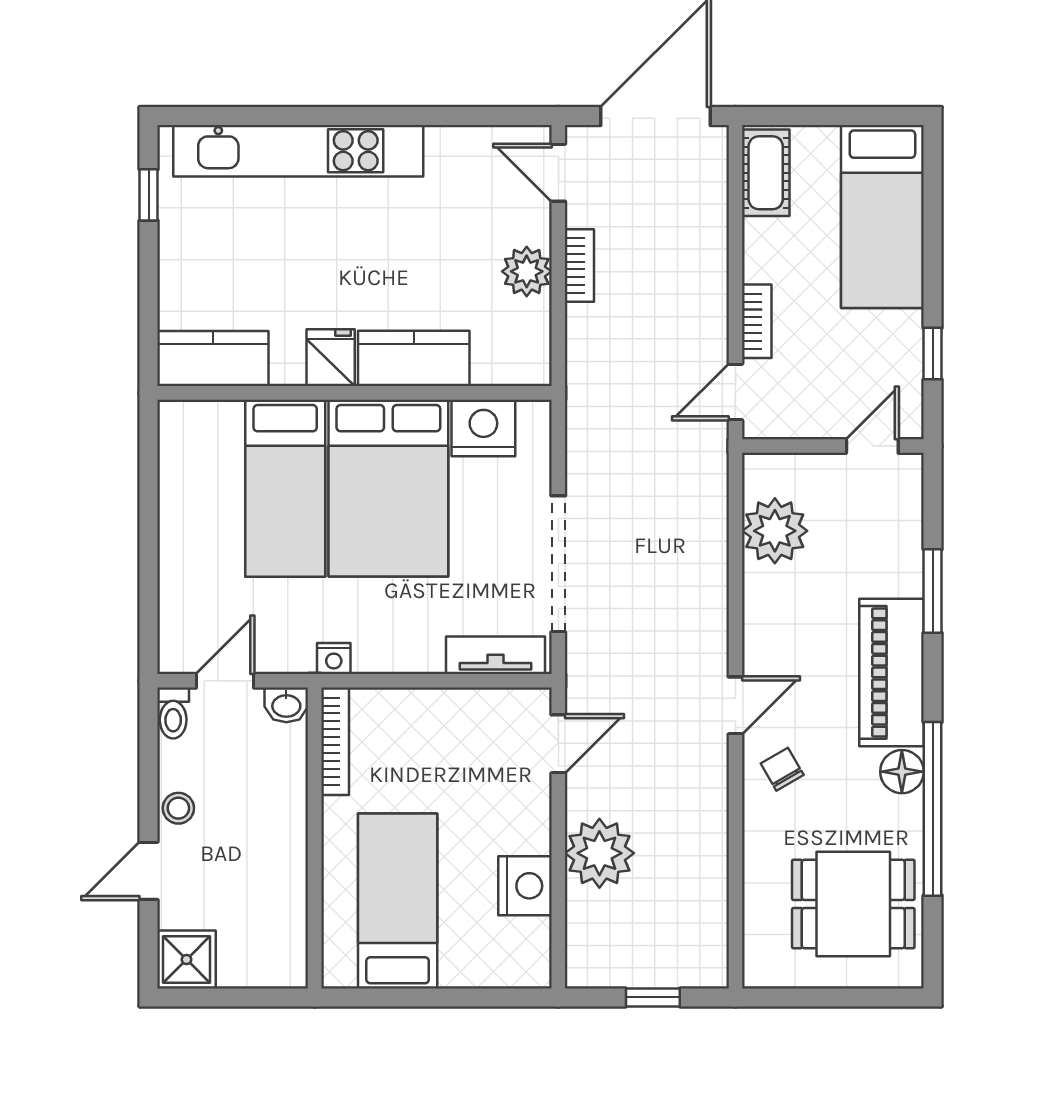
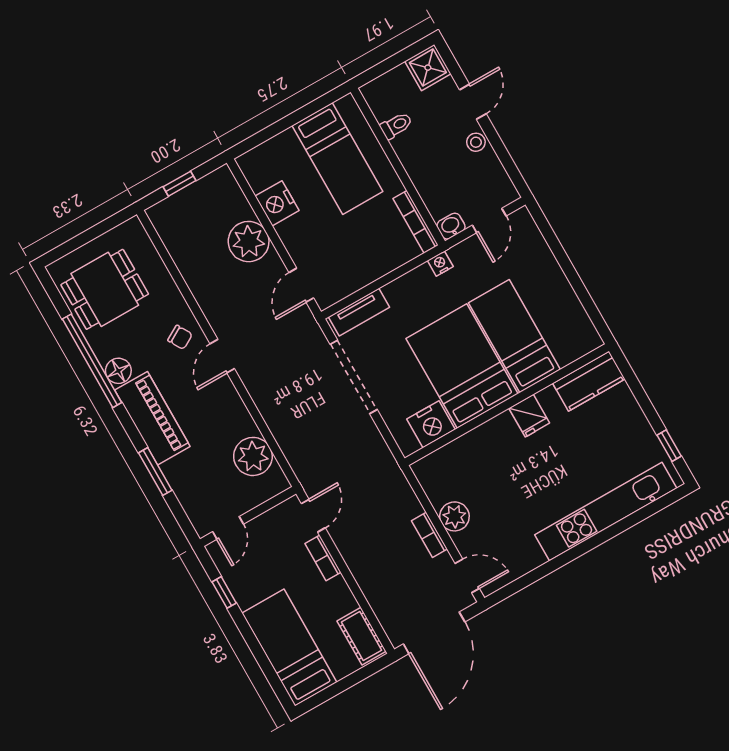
kitchen counter: (414, 358) -> (487, 439), removed
toilet: (173, 713) -> (396, 125), moved, turned 90

